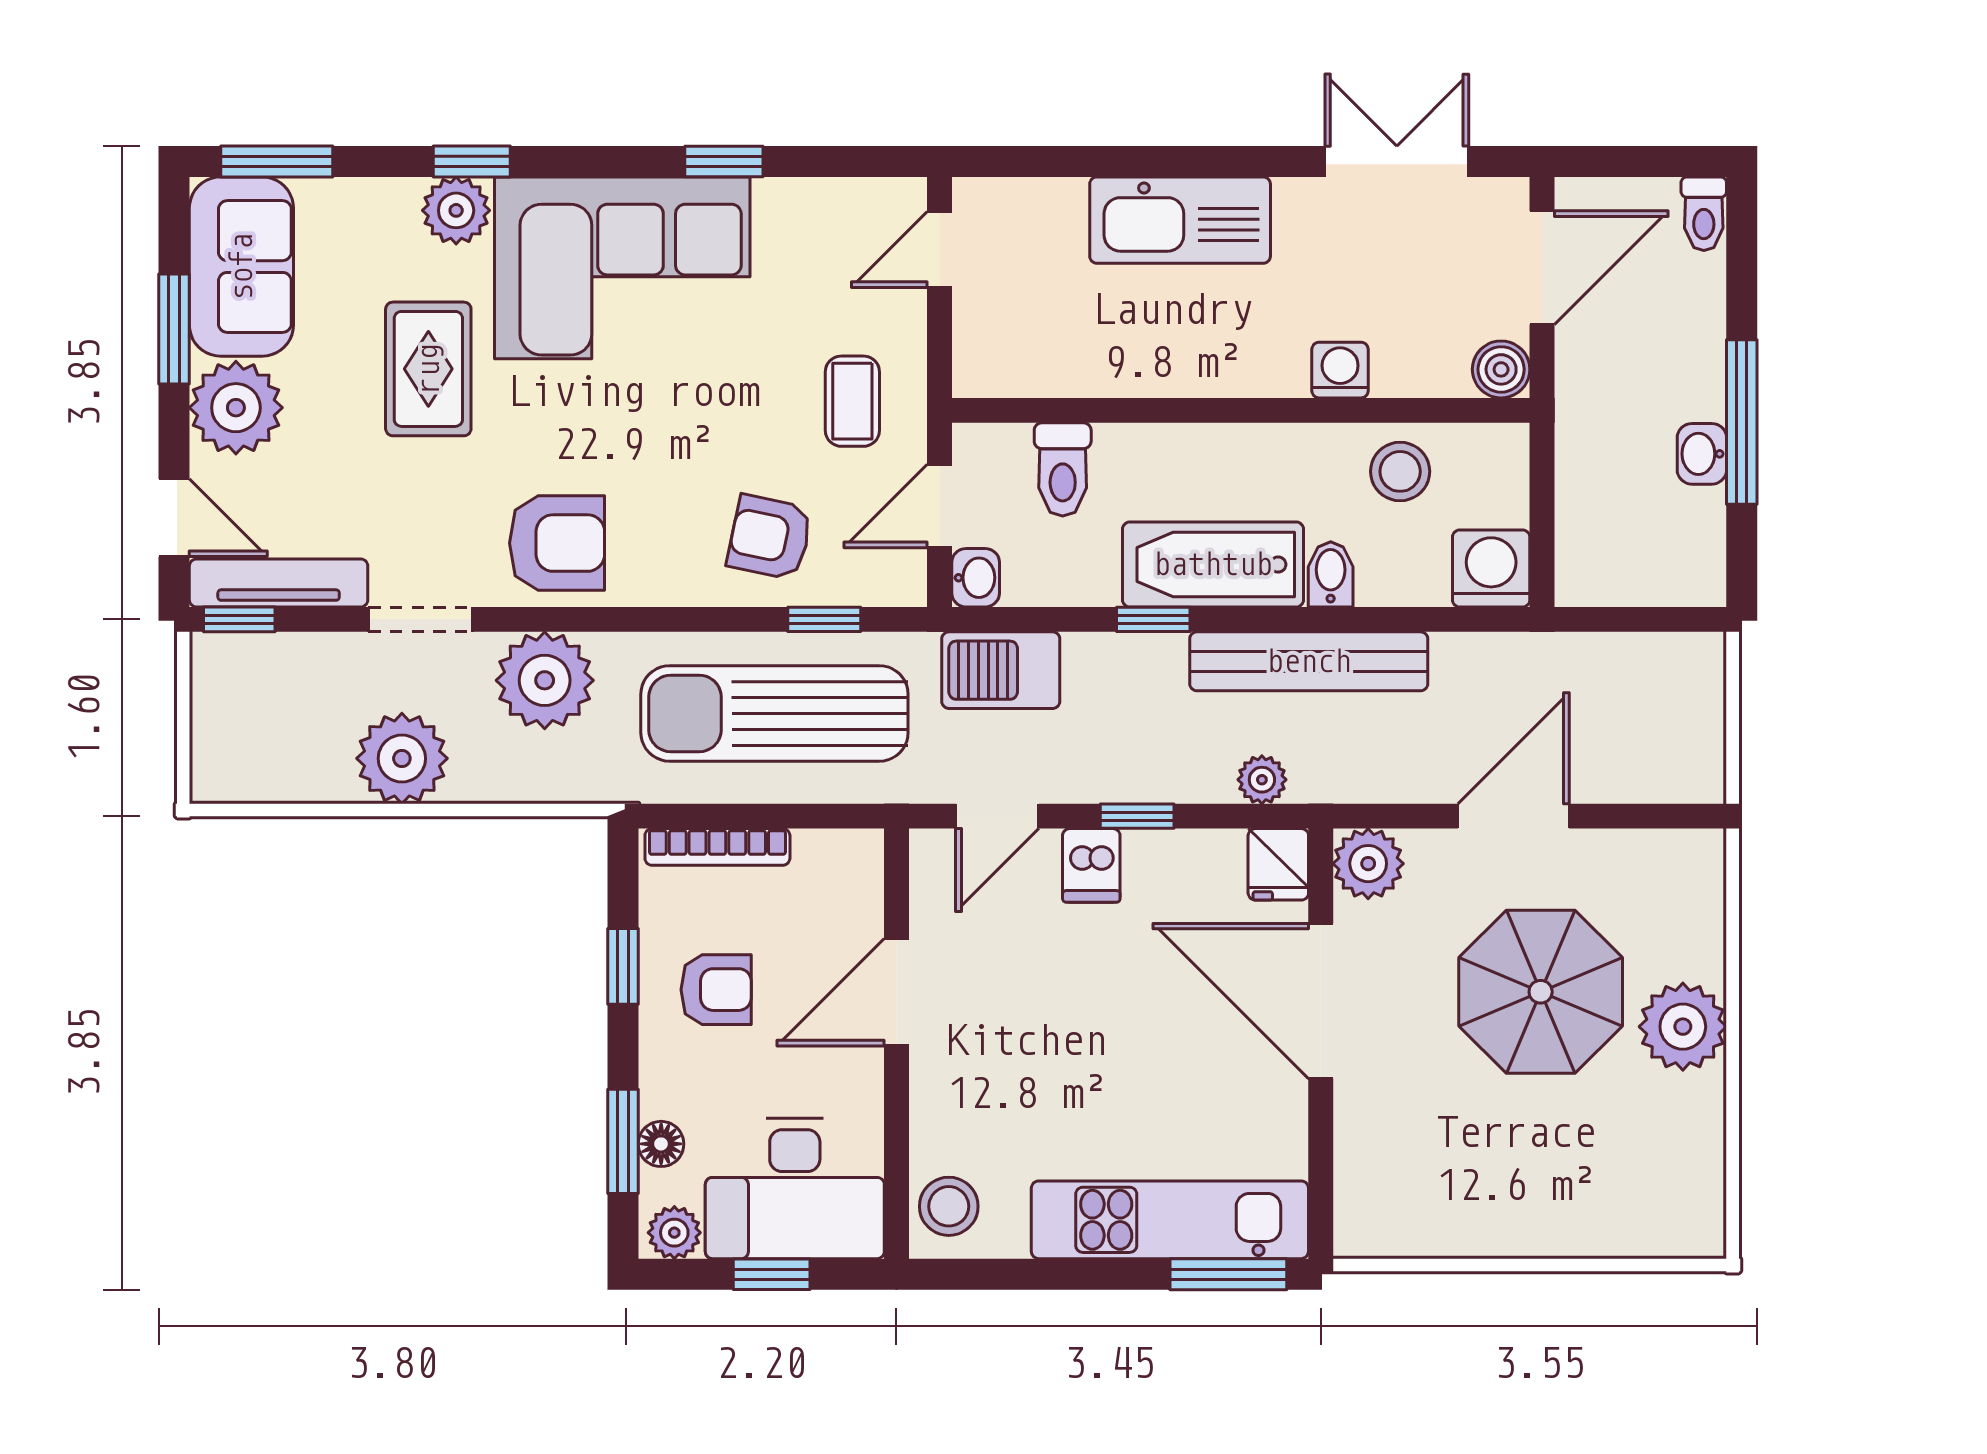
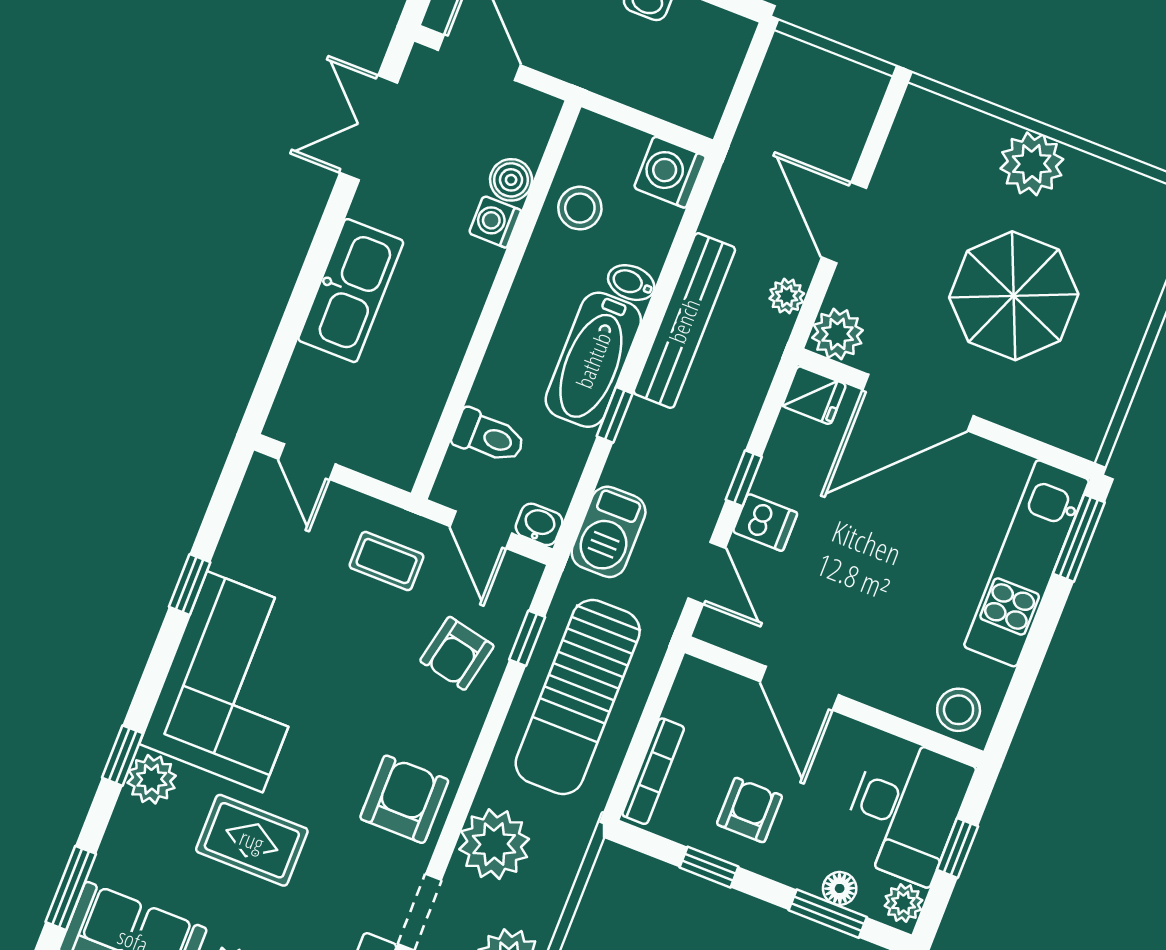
boiler: (1501, 369) -> (511, 180), moved
plant: (1262, 780) -> (787, 296), moved
parasol: (1541, 992) -> (1014, 296), moved

